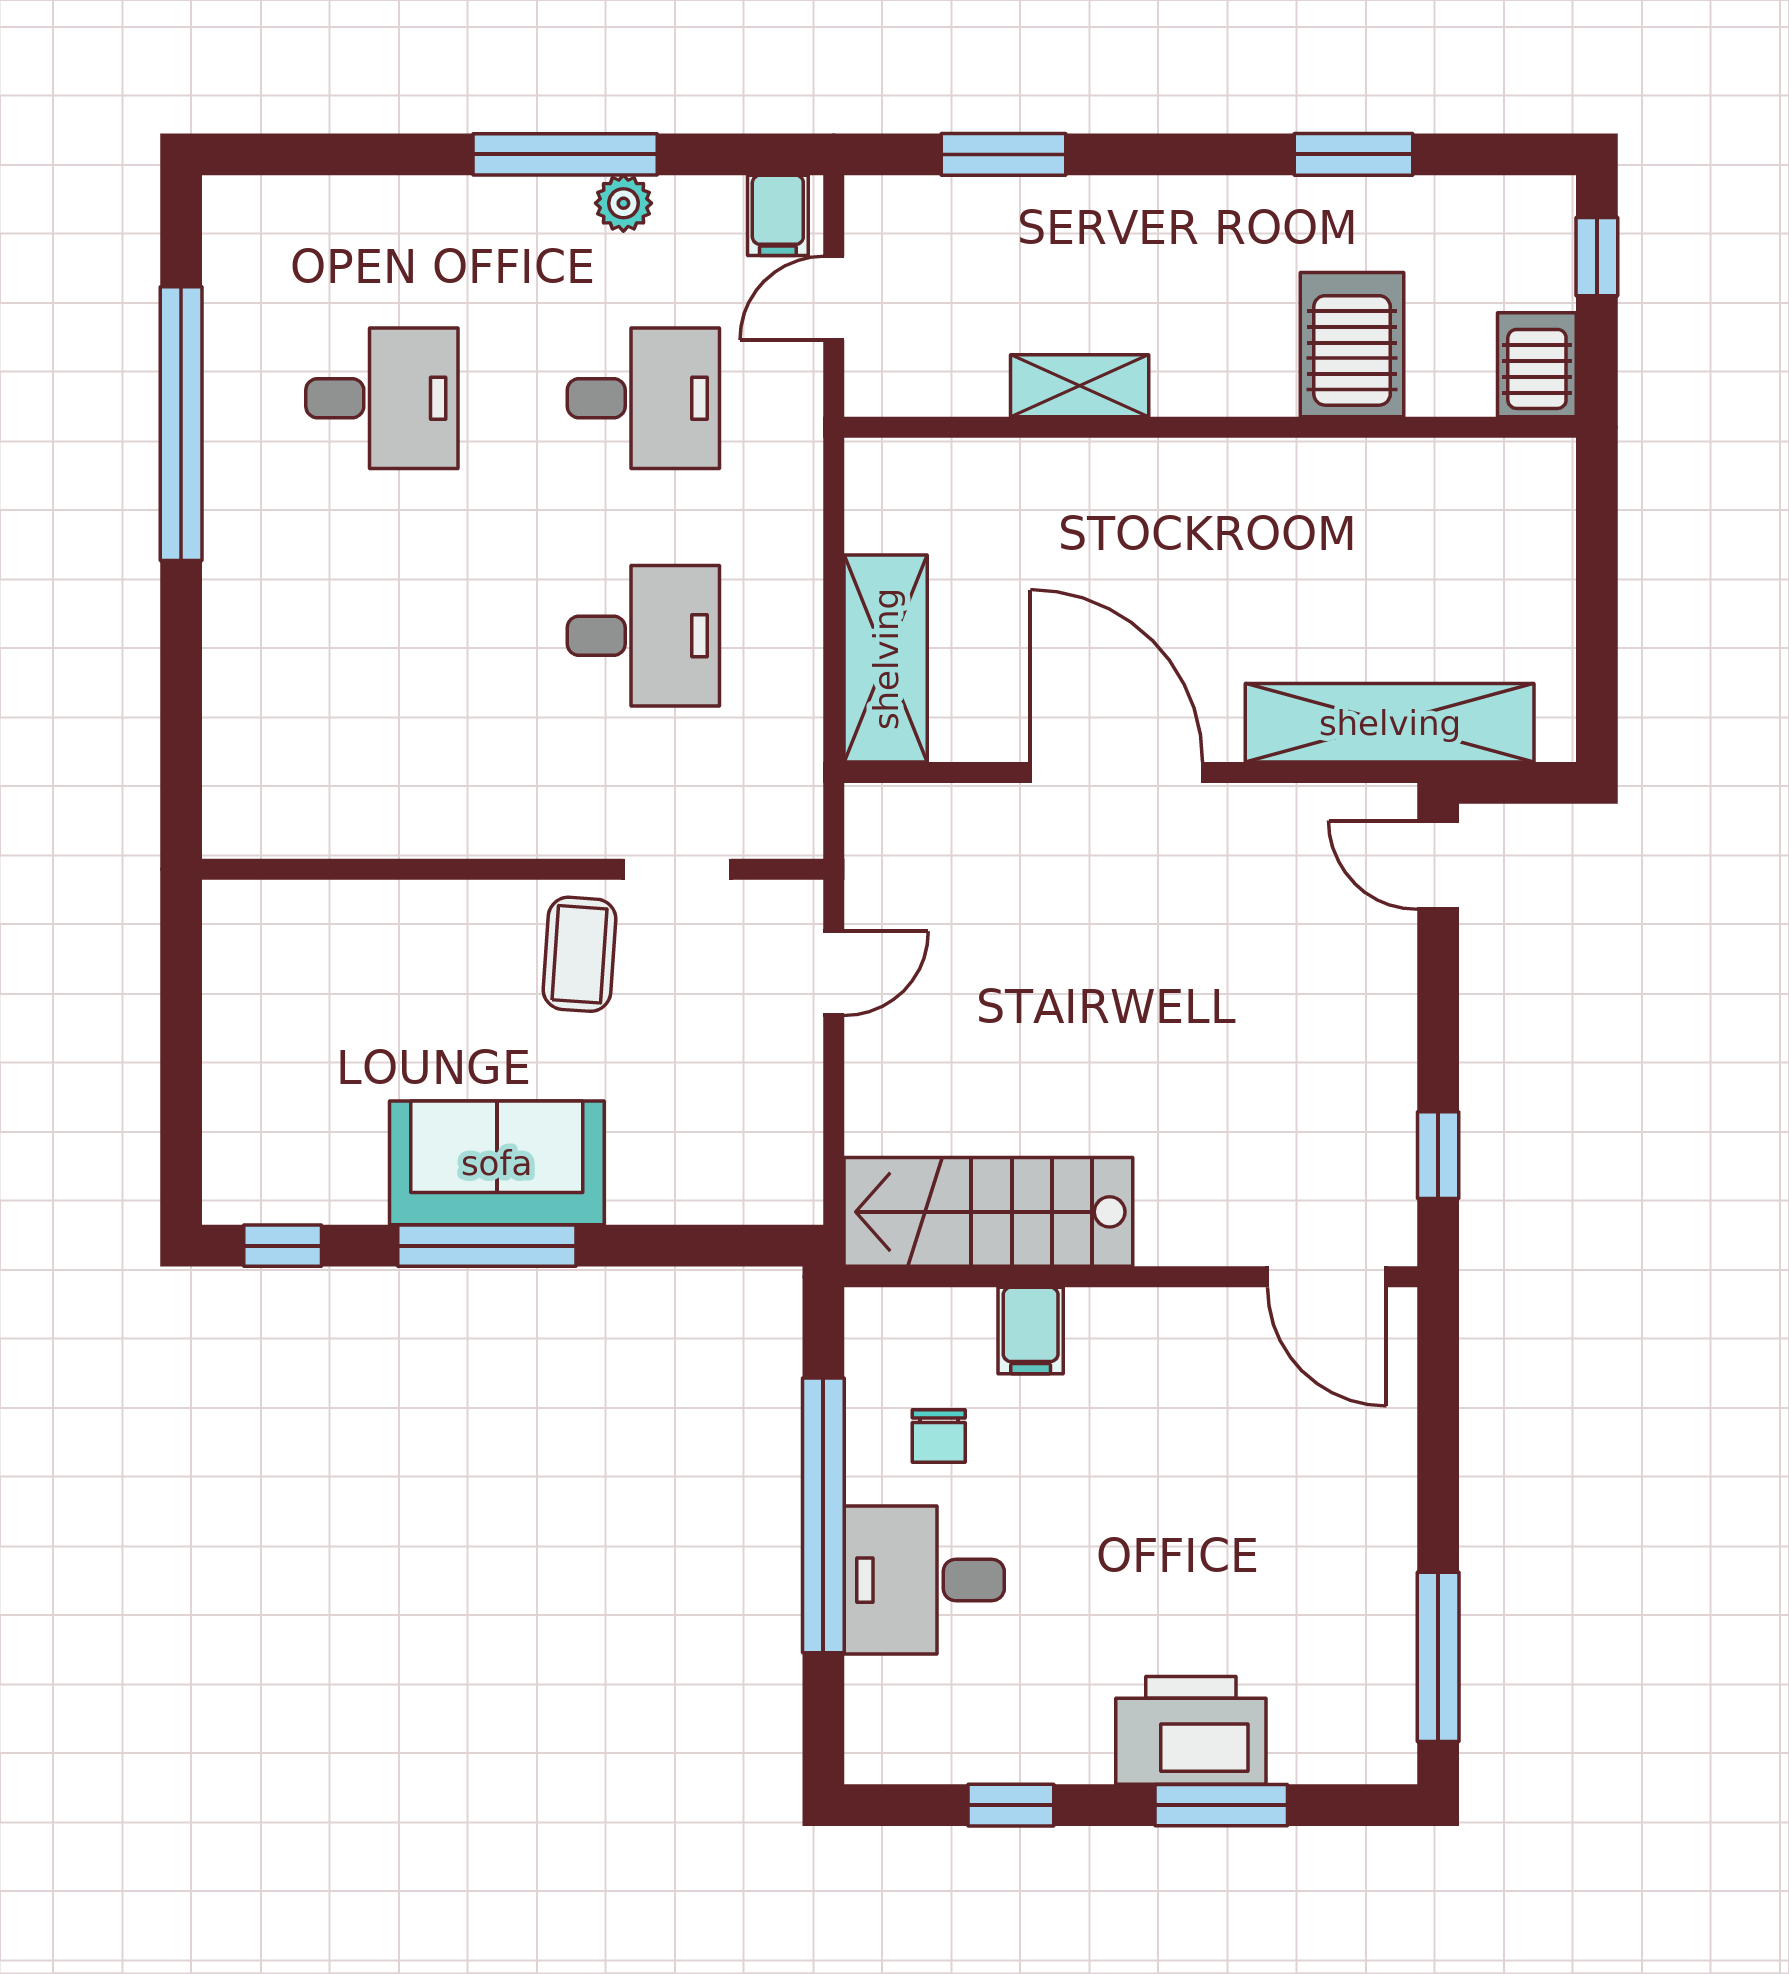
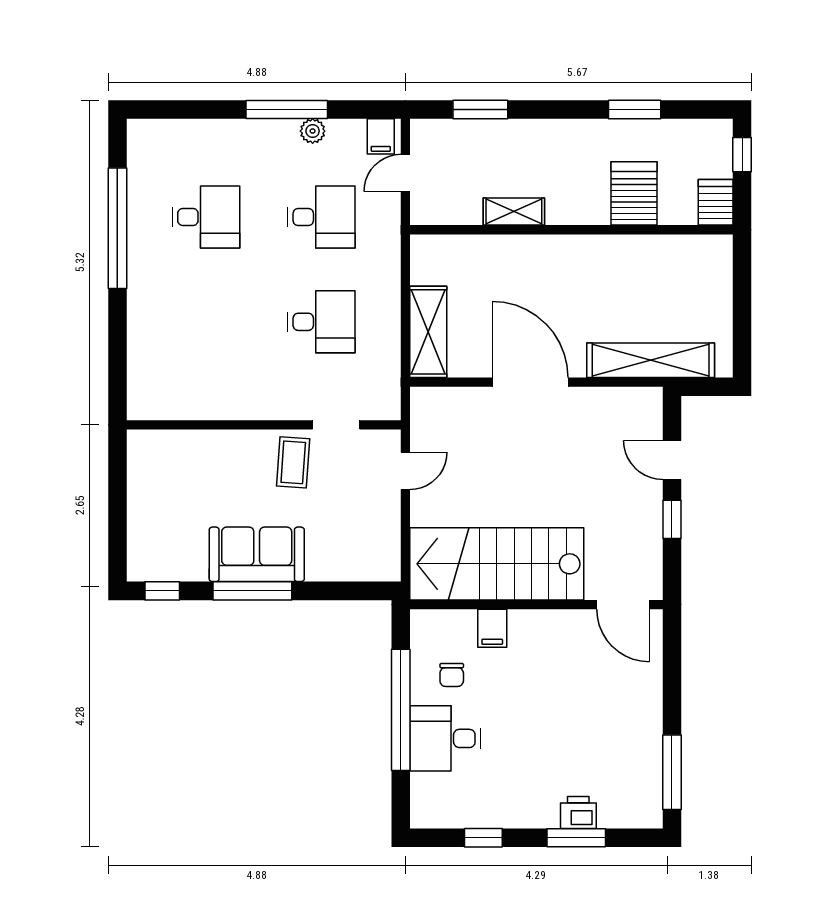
door: (1438, 865) -> (672, 460), moved
window: (1438, 1155) -> (672, 519), moved
stairs: (988, 1212) -> (497, 564), width x1.36, depth x1.51
printer: (1191, 1730) -> (578, 812), width x0.53, depth x0.68

